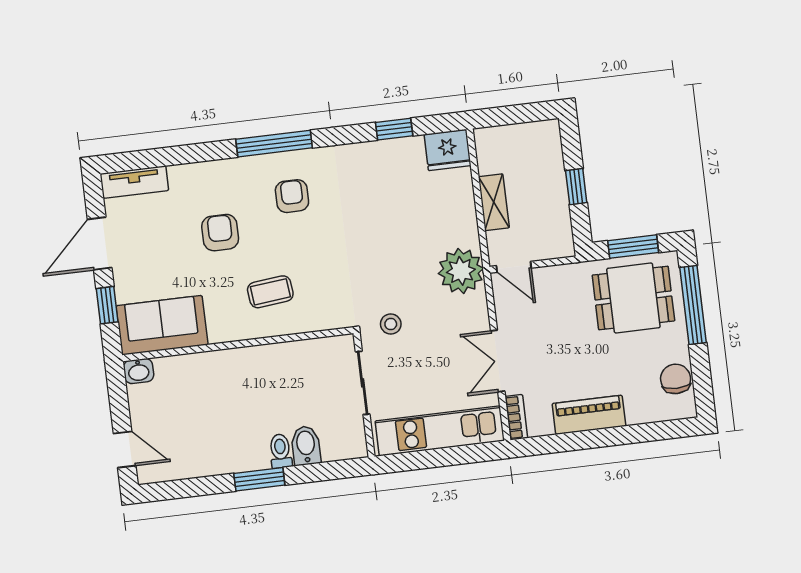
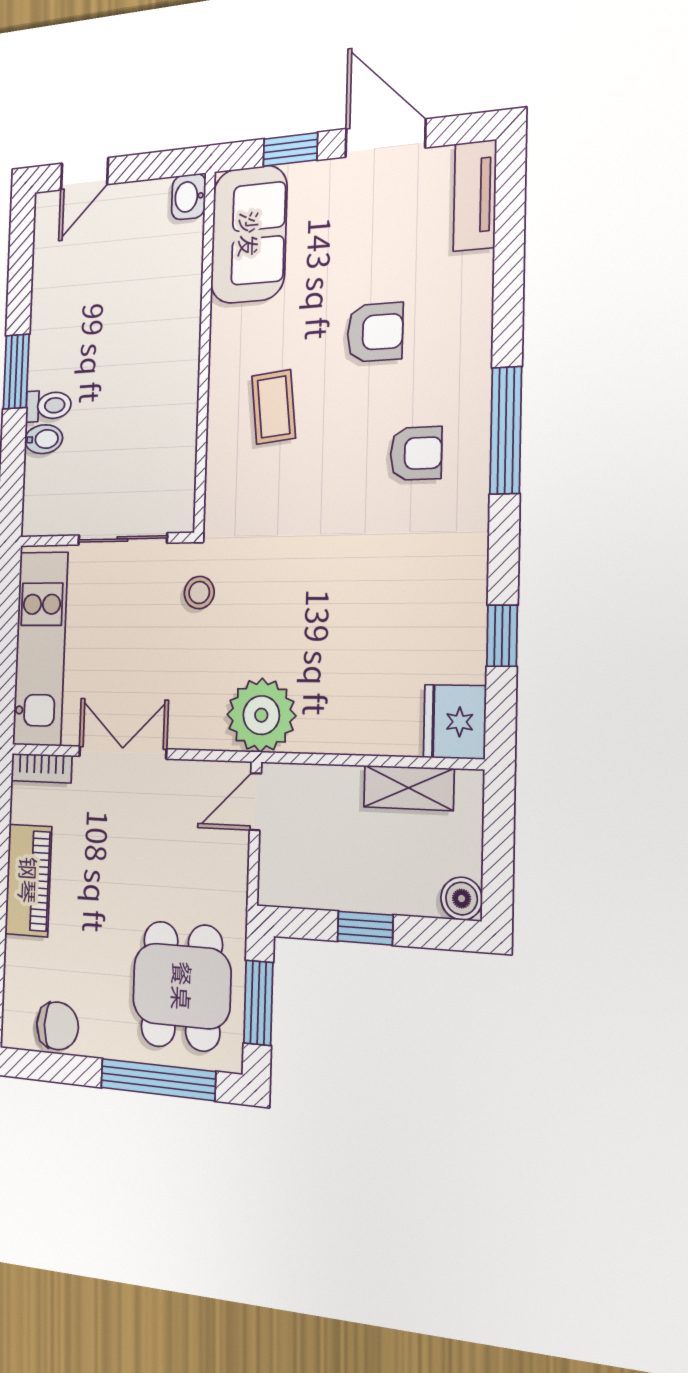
boiler: (548, 132) -> (462, 899), added
shelving: (494, 202) -> (409, 788), moved
bidet: (306, 446) -> (44, 439), width x0.72, depth x0.74

